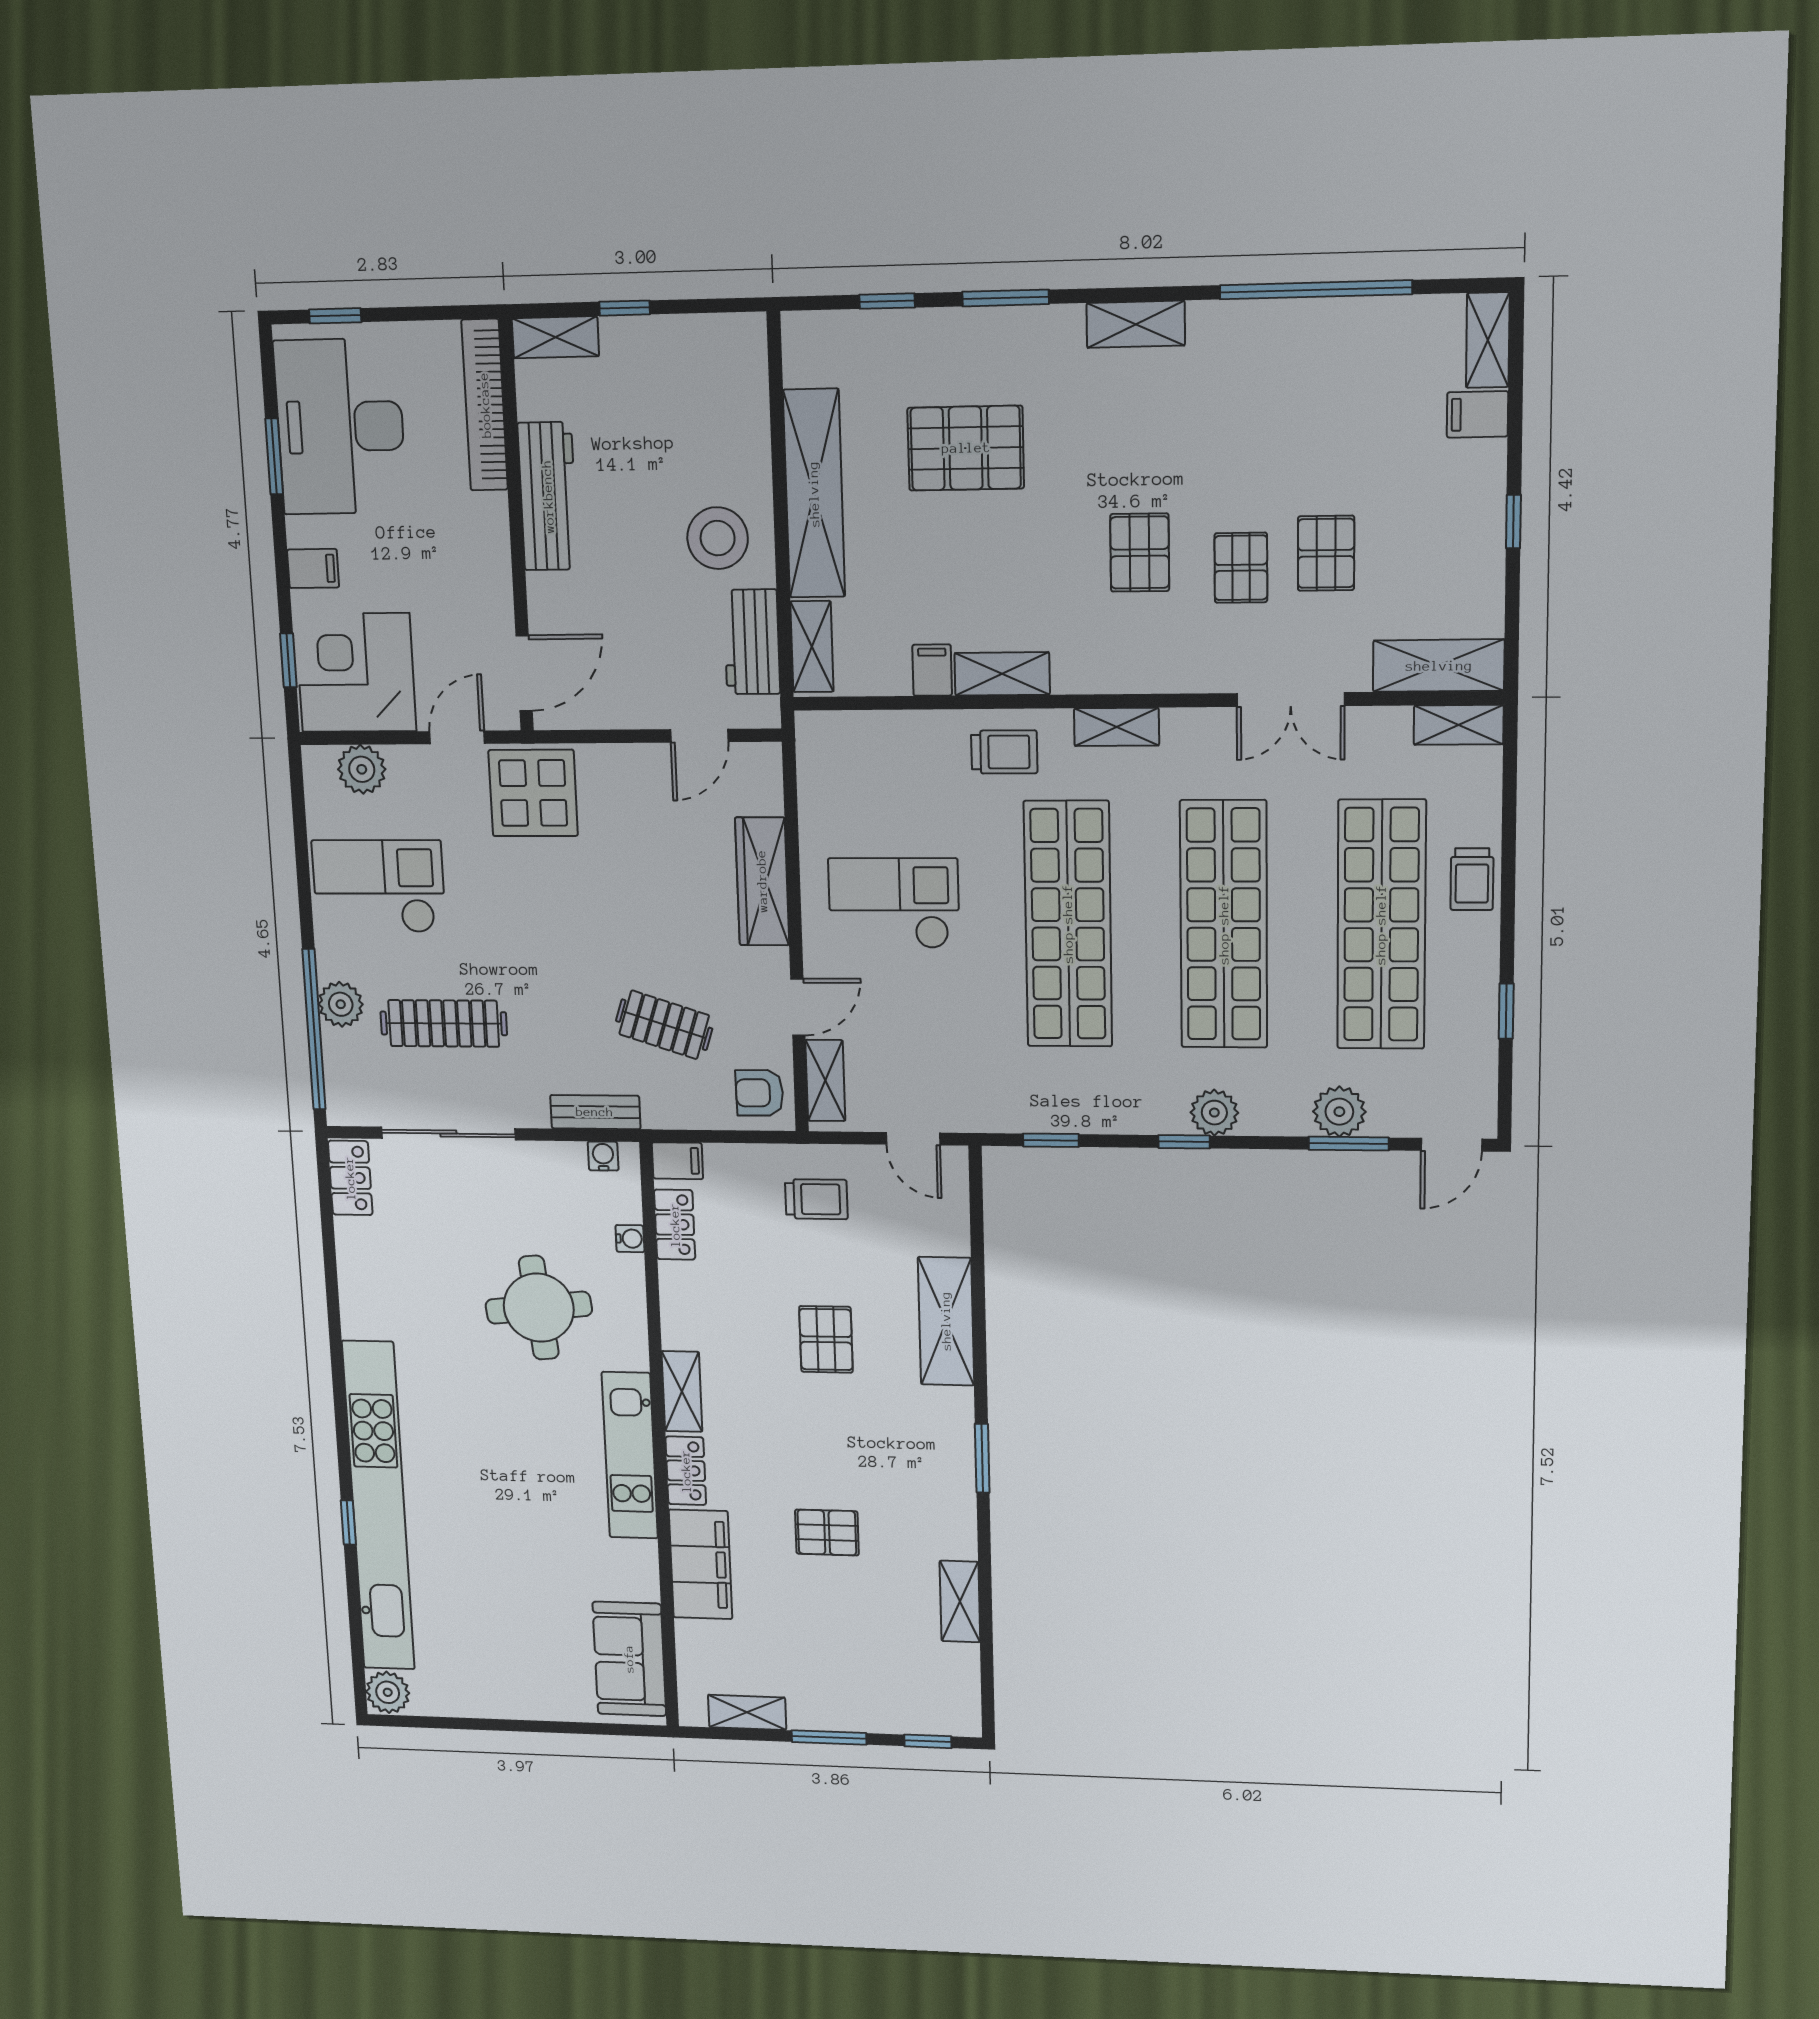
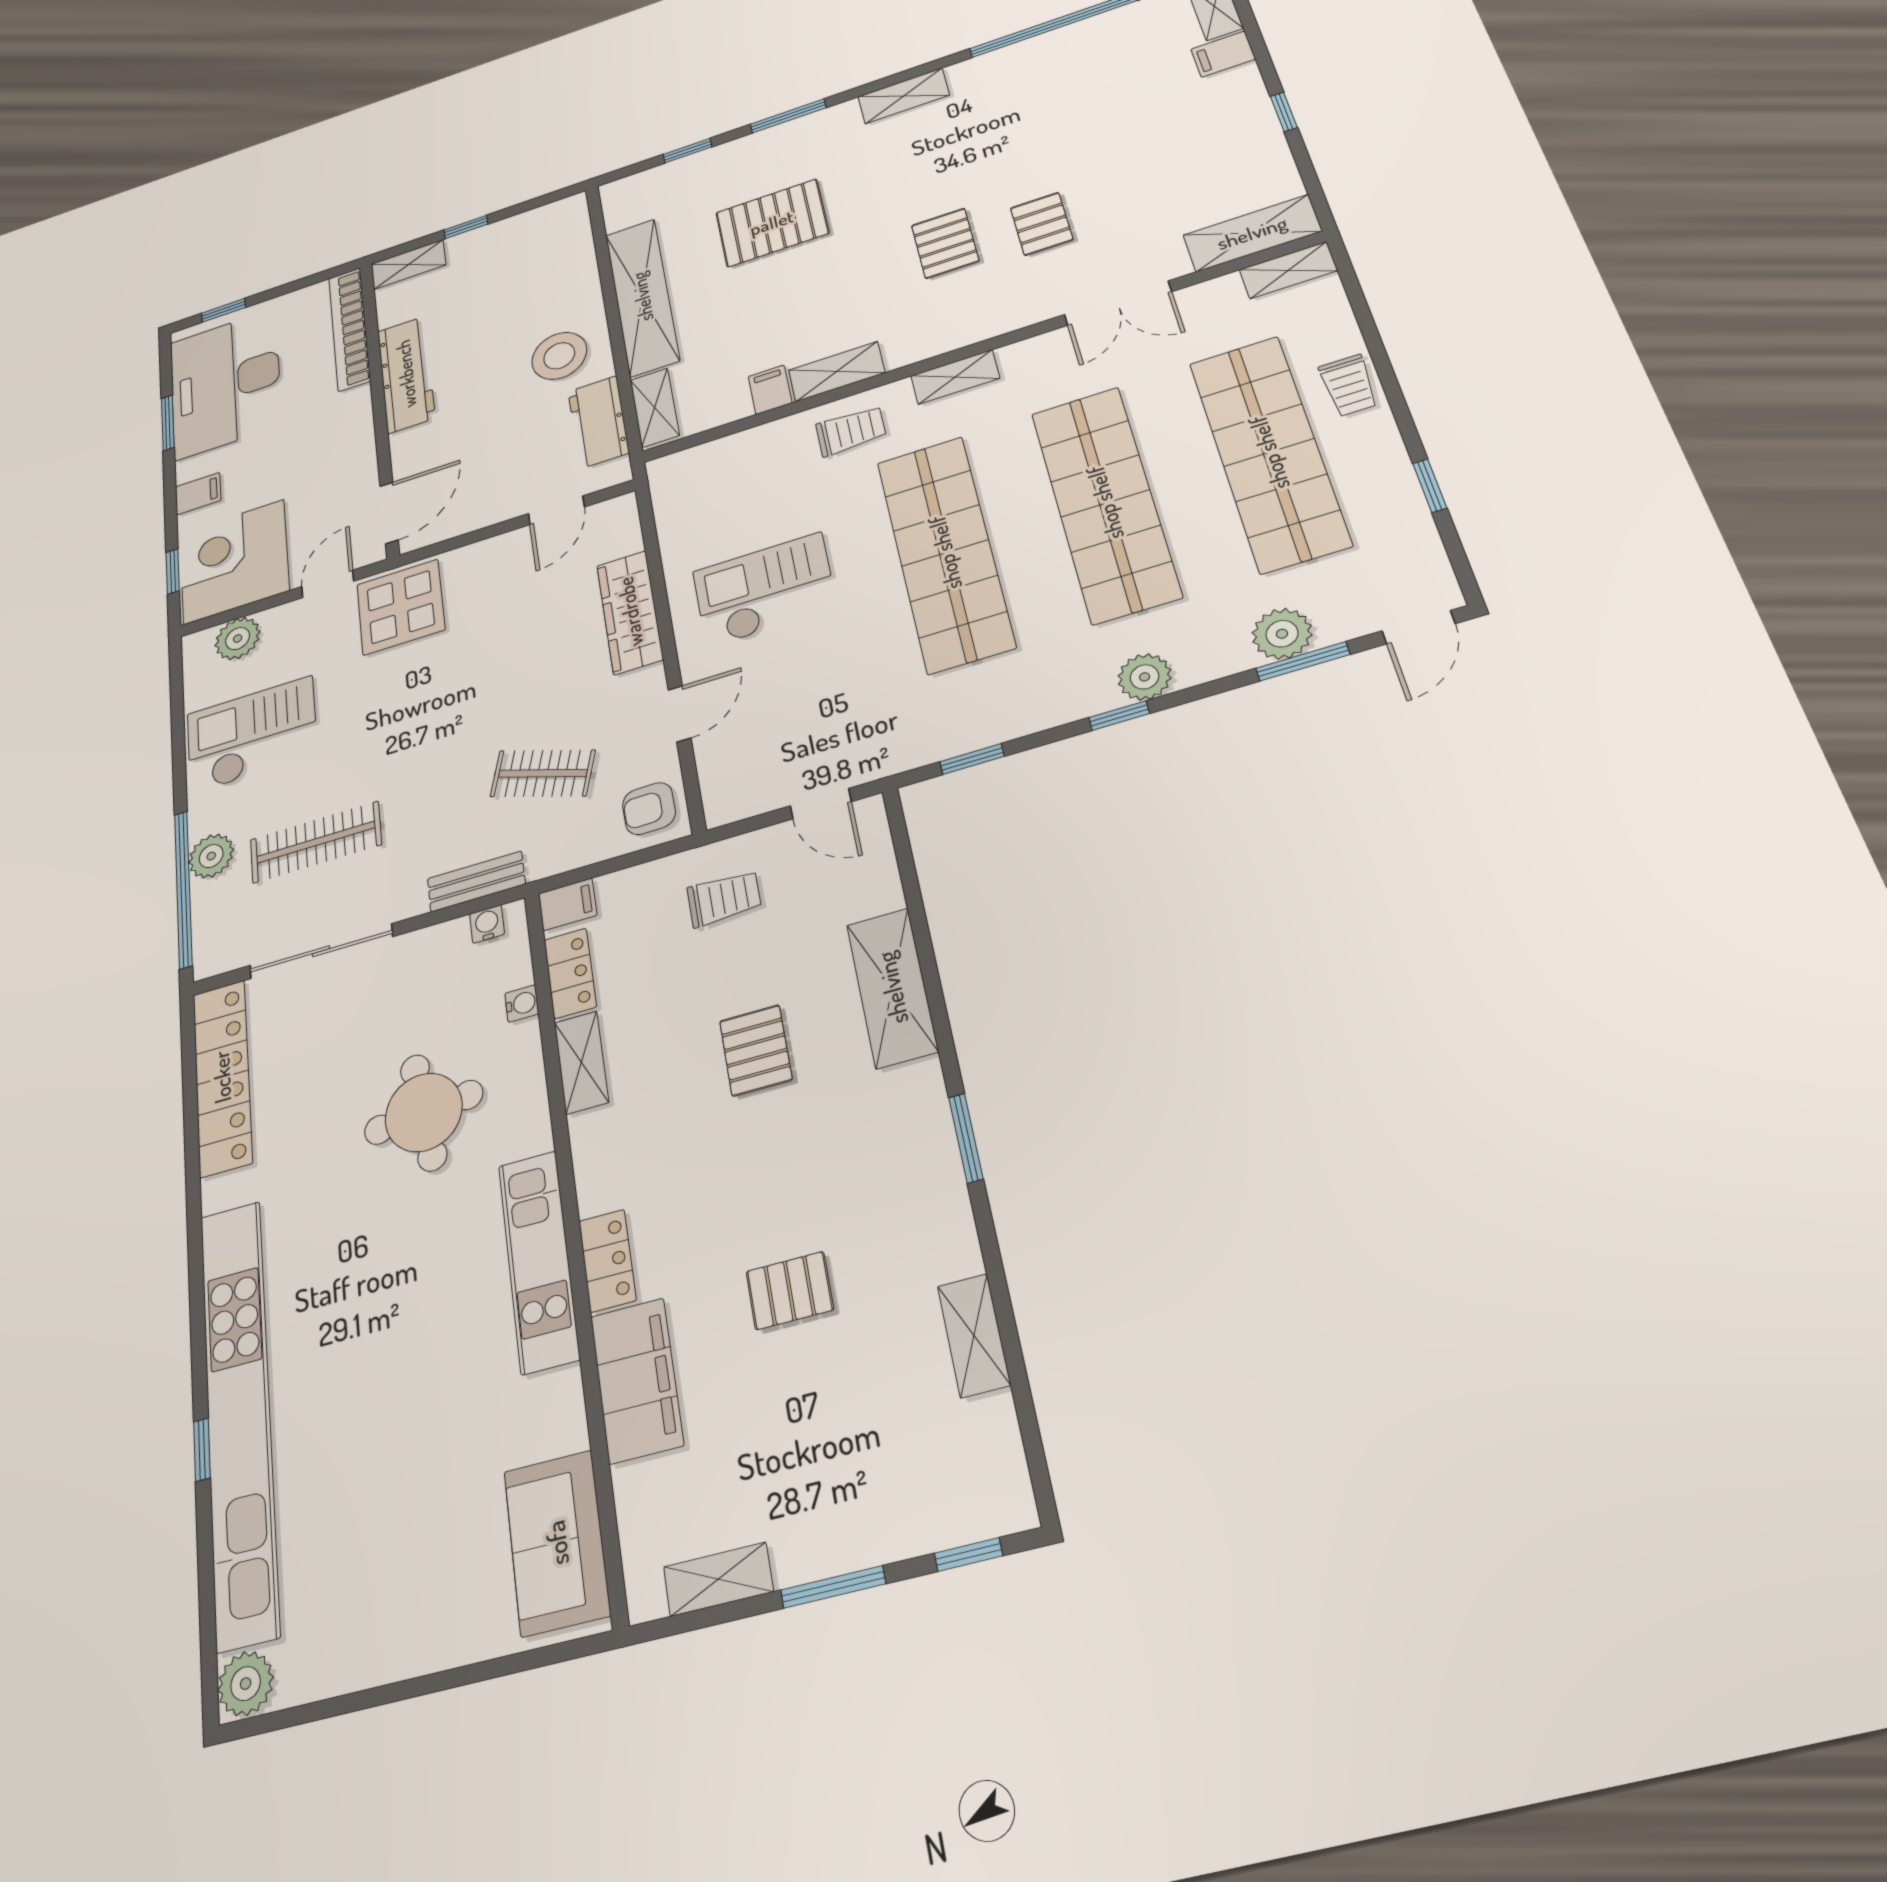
pallet: (1326, 553) -> (1118, 189), removed
shelving: (825, 1080) -> (718, 775), removed
locker: (350, 1178) -> (222, 1077), width x2.16, depth x1.21
shelving: (682, 1391) -> (581, 1062), moved

